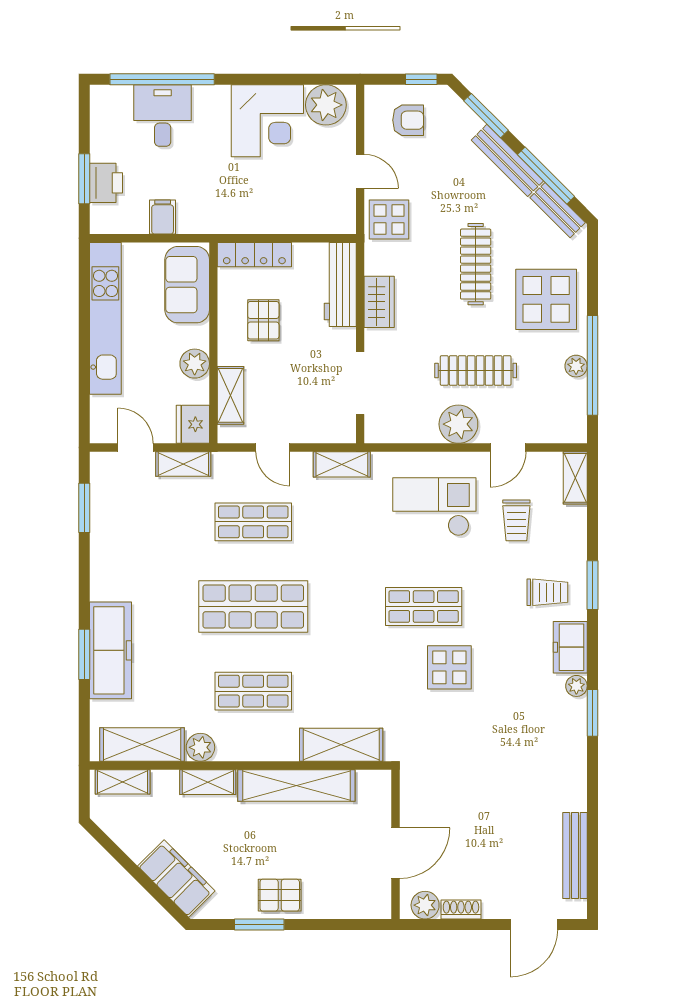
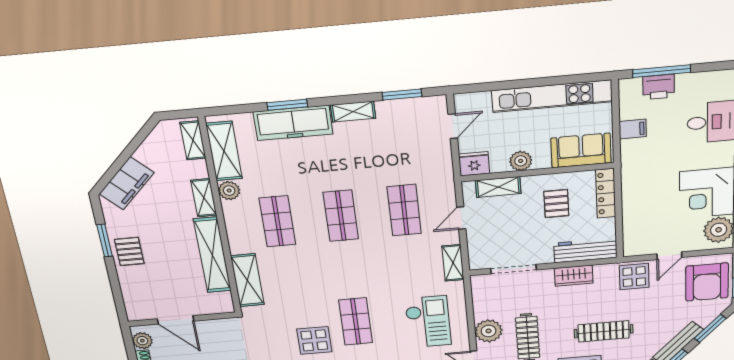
armchair: (408, 120) -> (707, 282), width x1.88, depth x1.88
window: (84, 179) -> (662, 71), width x1.44
pallet: (263, 320) -> (556, 204), turned 90
shelving: (183, 464) -> (353, 112), moved, turned 90
shop shelf: (253, 607) -> (341, 216), width x0.70, depth x0.74

